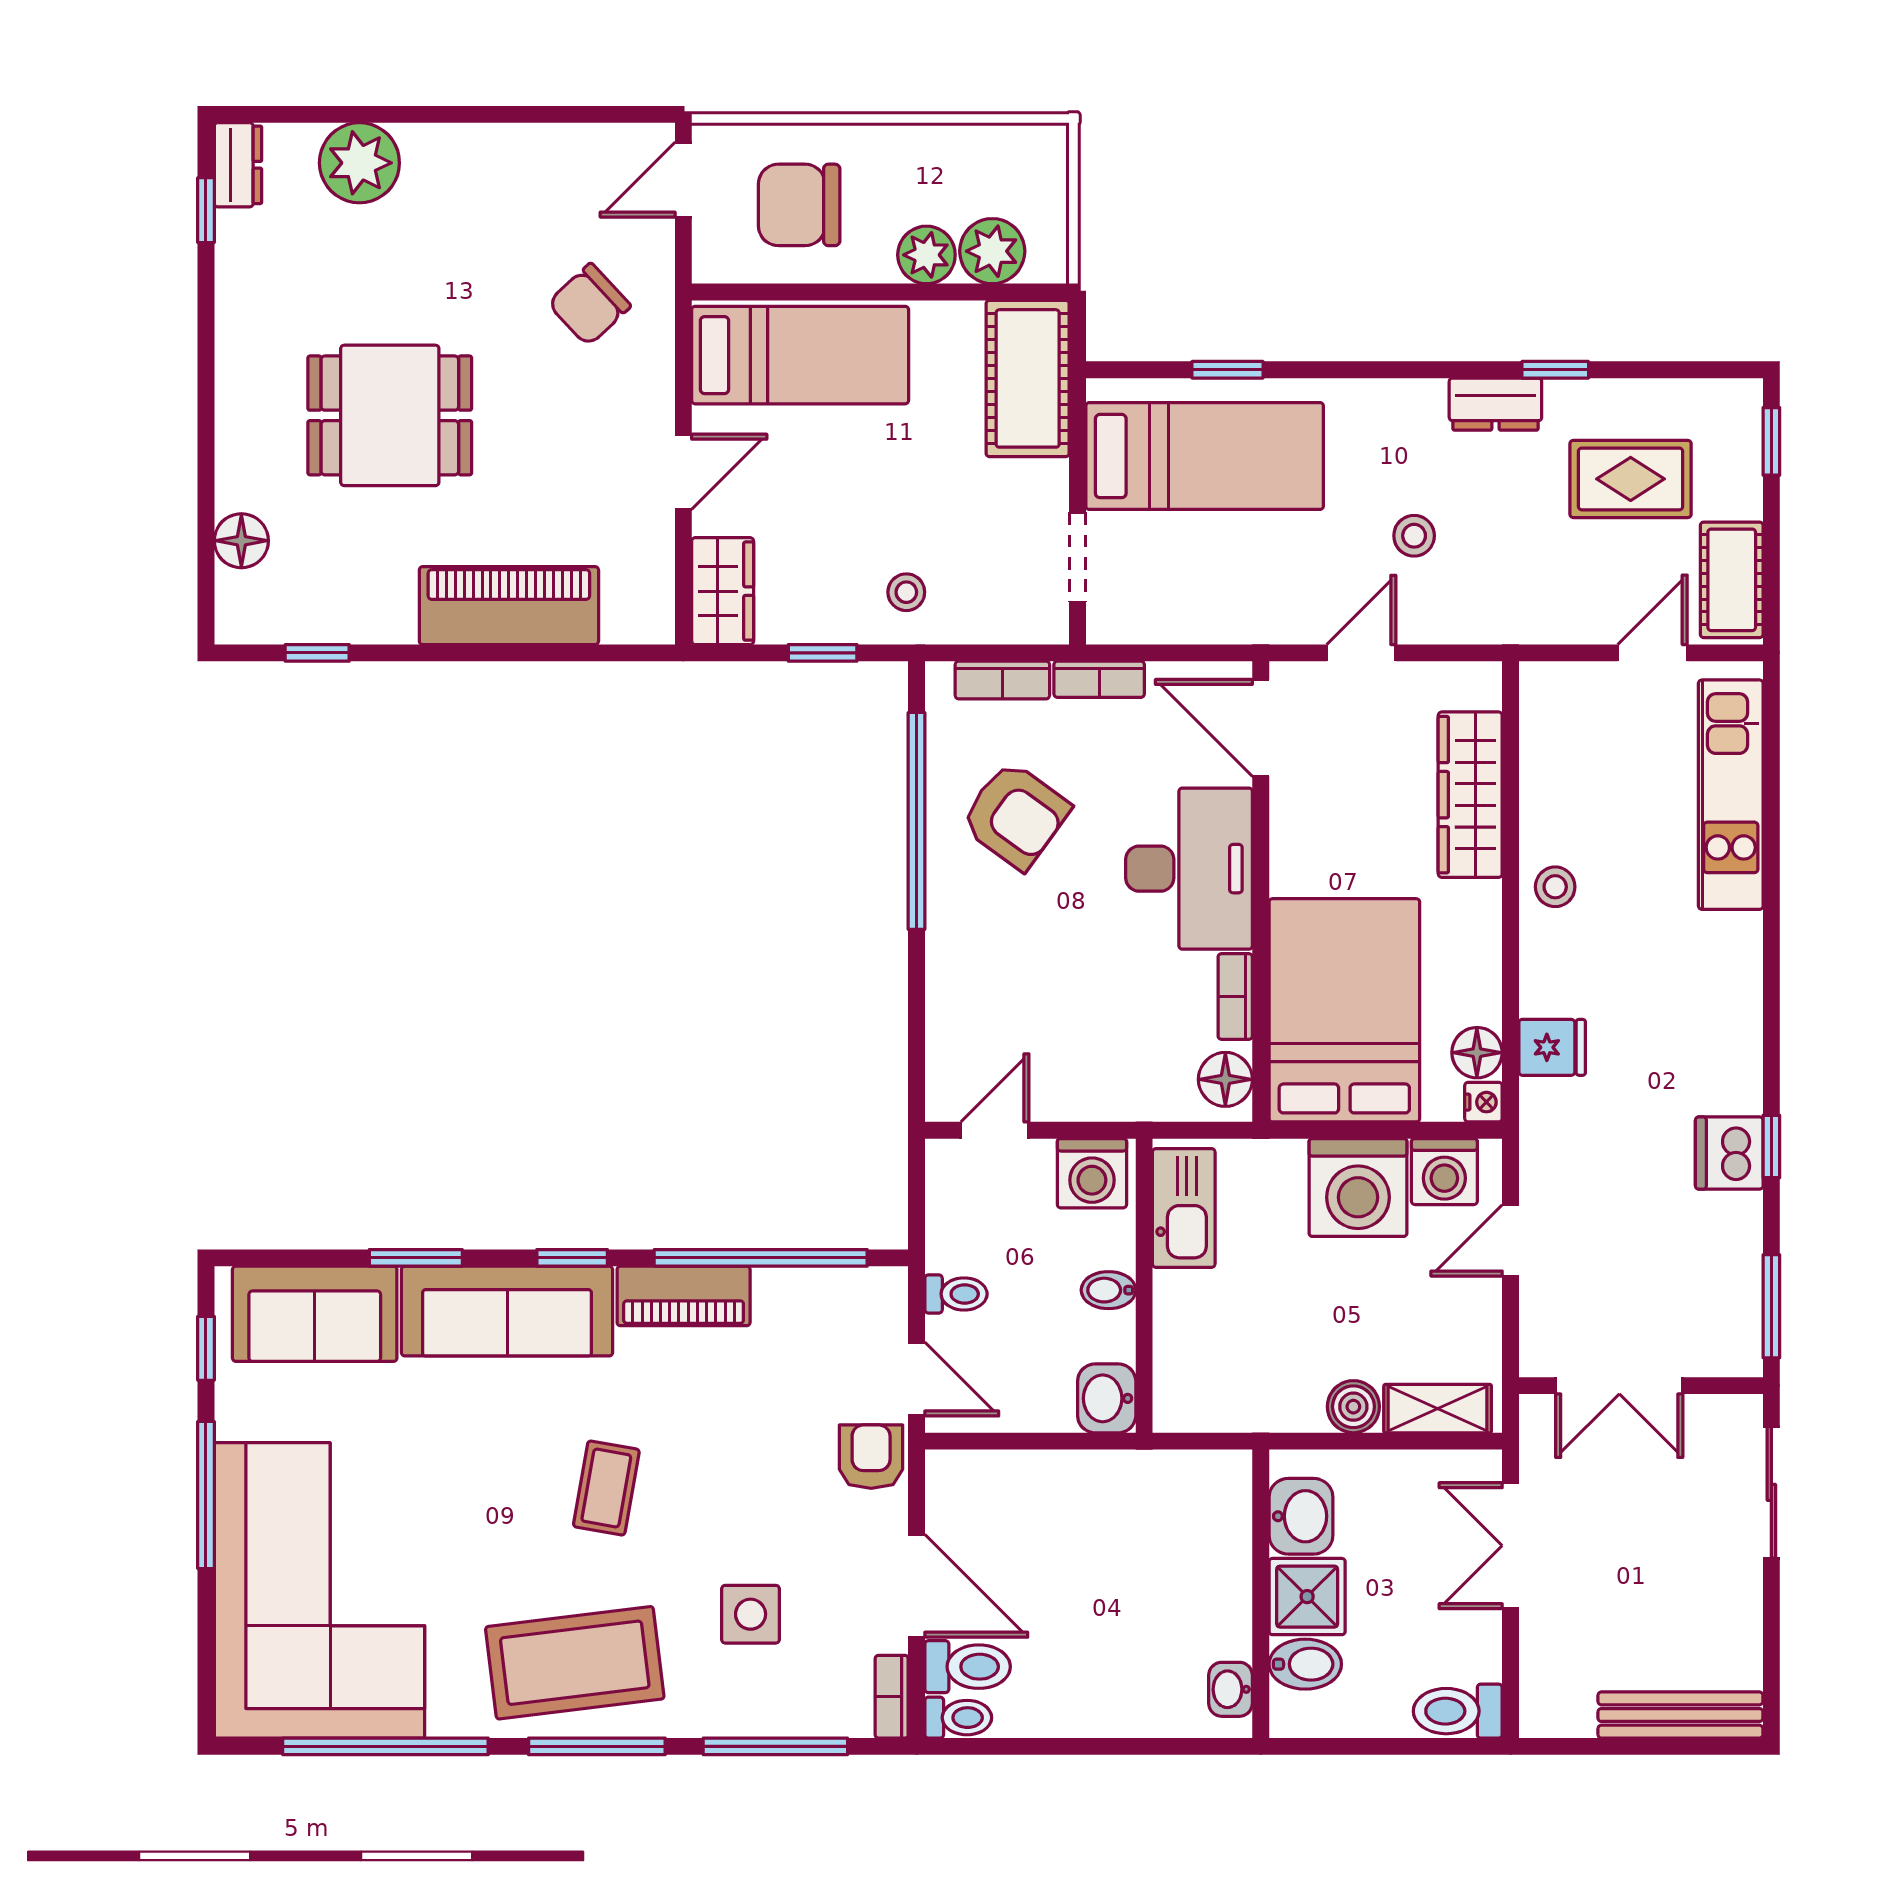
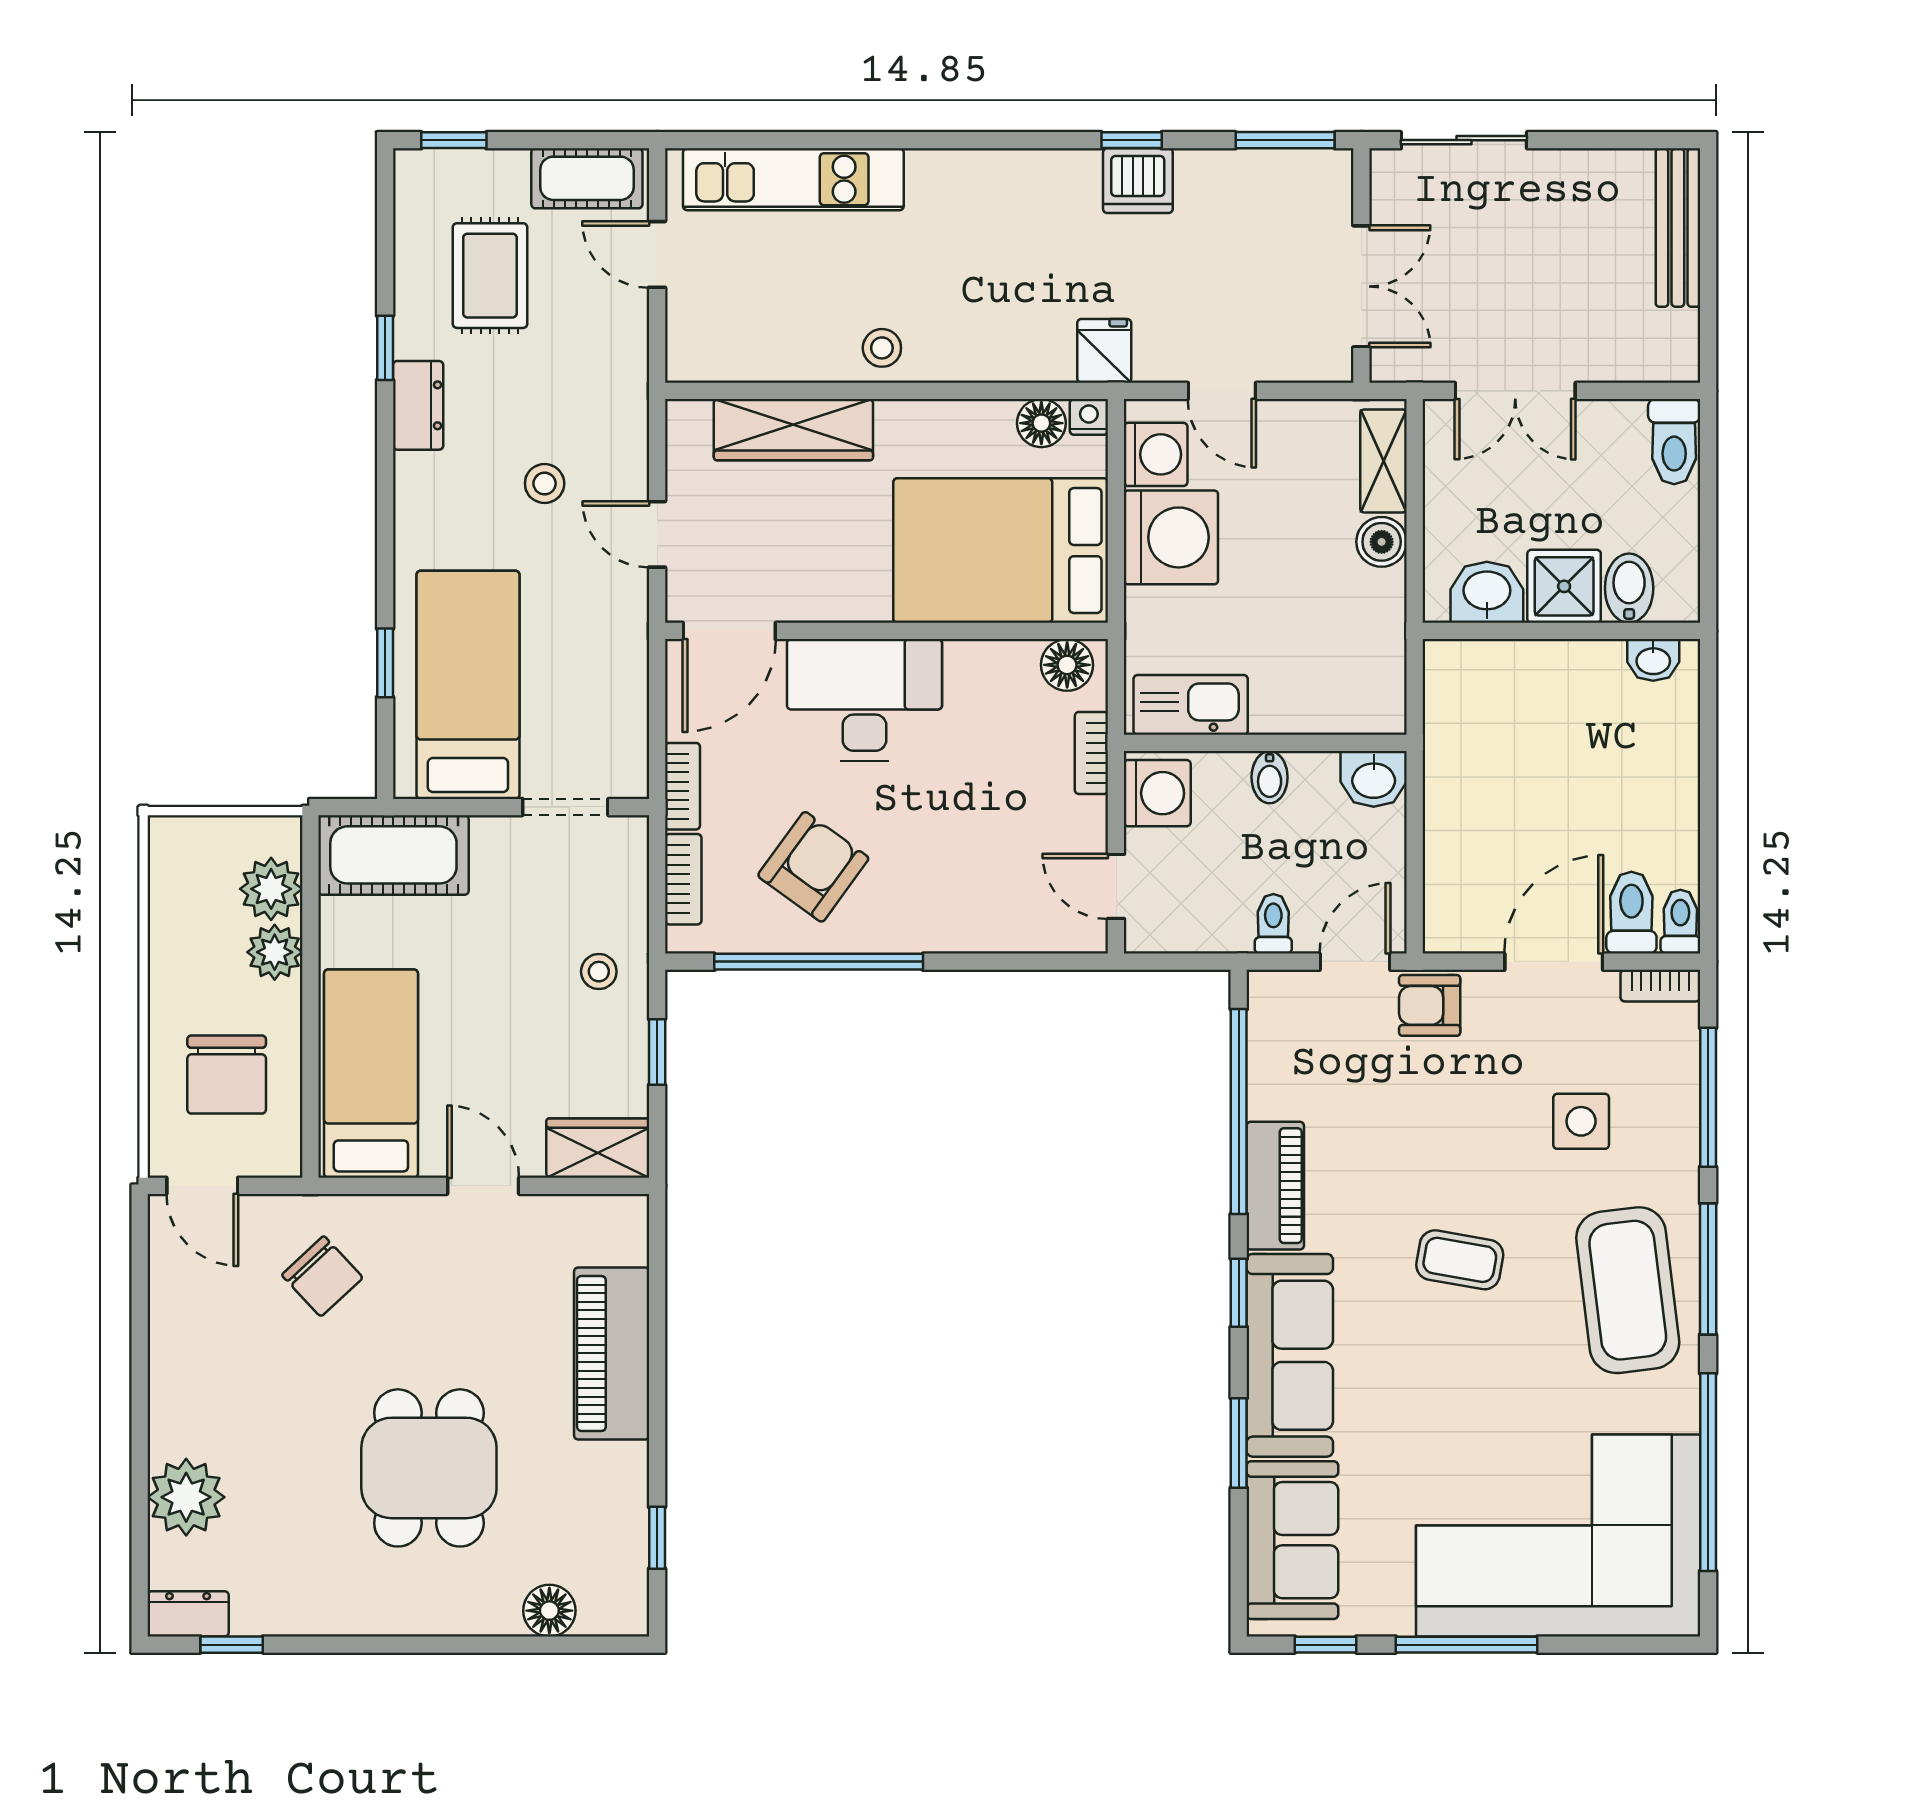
bookcase: (1235, 996) -> (1091, 753), moved, turned 90
fridge: (1552, 1047) -> (1104, 351), moved

